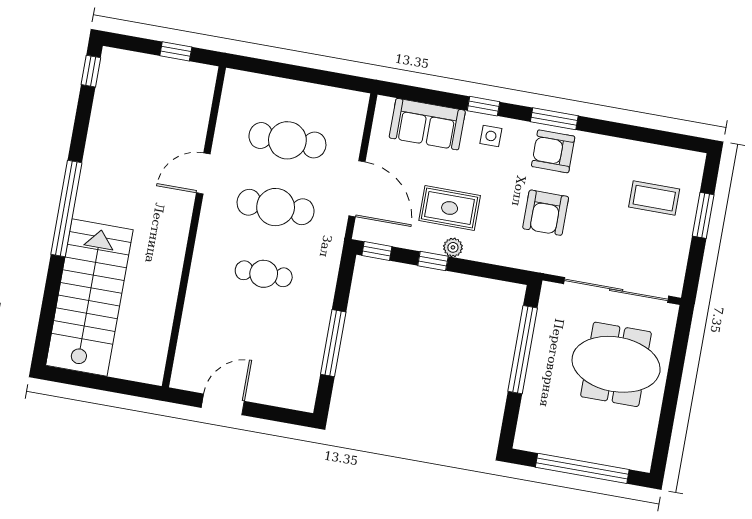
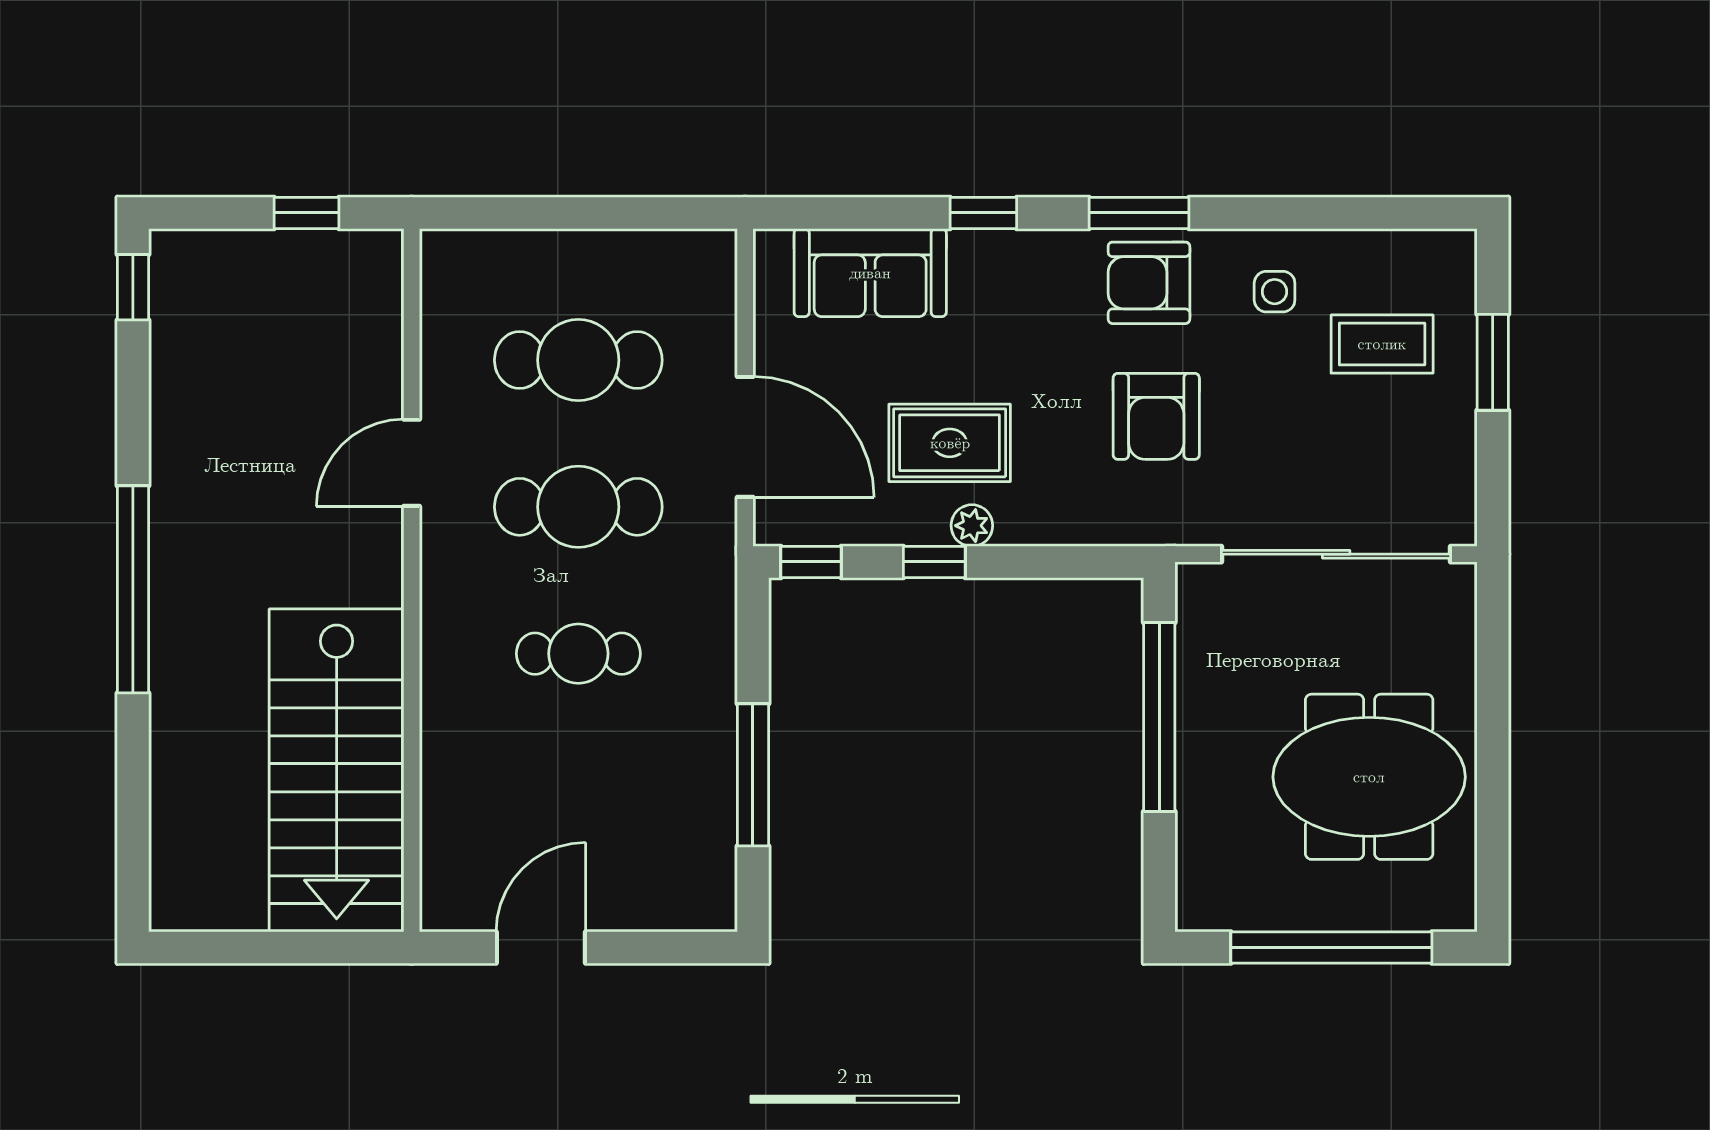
side table: (491, 136) -> (1275, 292), moved
stairs: (89, 298) -> (337, 770), moved, turned 180
meeting table: (616, 364) -> (1369, 777), moved

